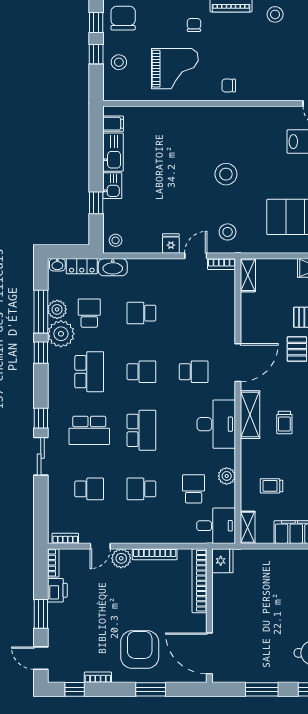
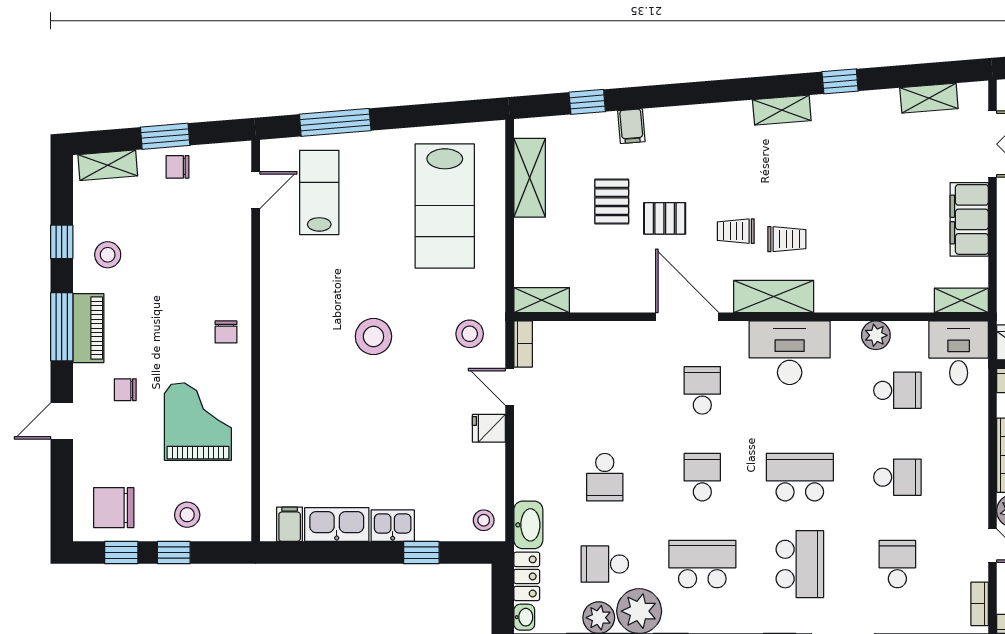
trolley: (272, 486) -> (736, 231), moved, turned 90
school desk: (141, 489) -> (897, 477), turned -90
school desk: (194, 489) -> (897, 390), turned 180

